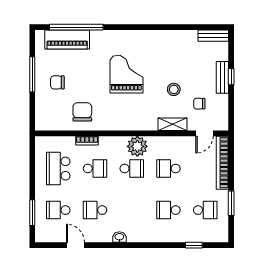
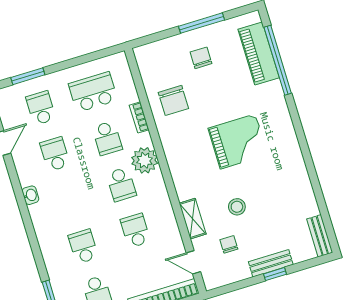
chair: (82, 112) -> (173, 100), turned 90
plant: (137, 146) -> (145, 160), moved

